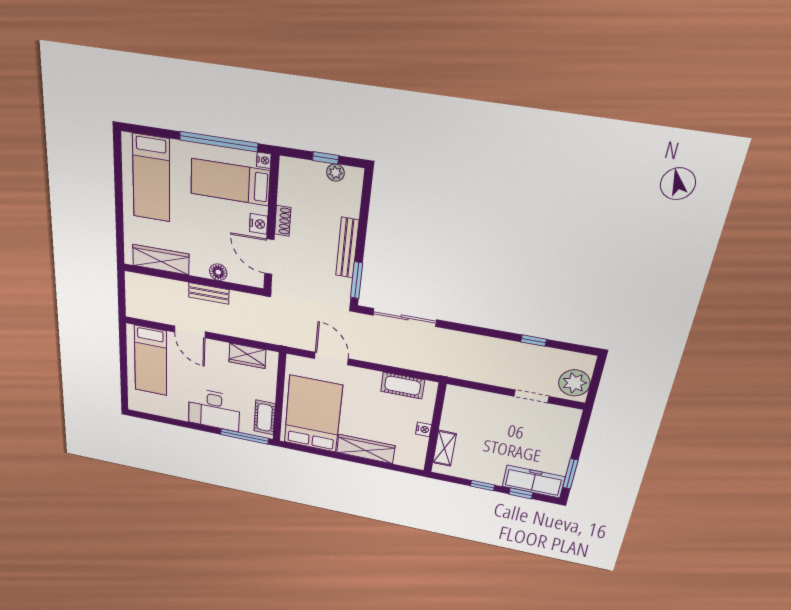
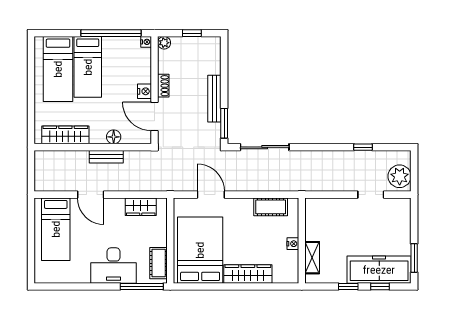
plant: (335, 173) -> (164, 43), moved
bed: (230, 182) -> (88, 67), moved, turned -90
freezer: (533, 482) -> (379, 270), width x1.36, depth x1.26

